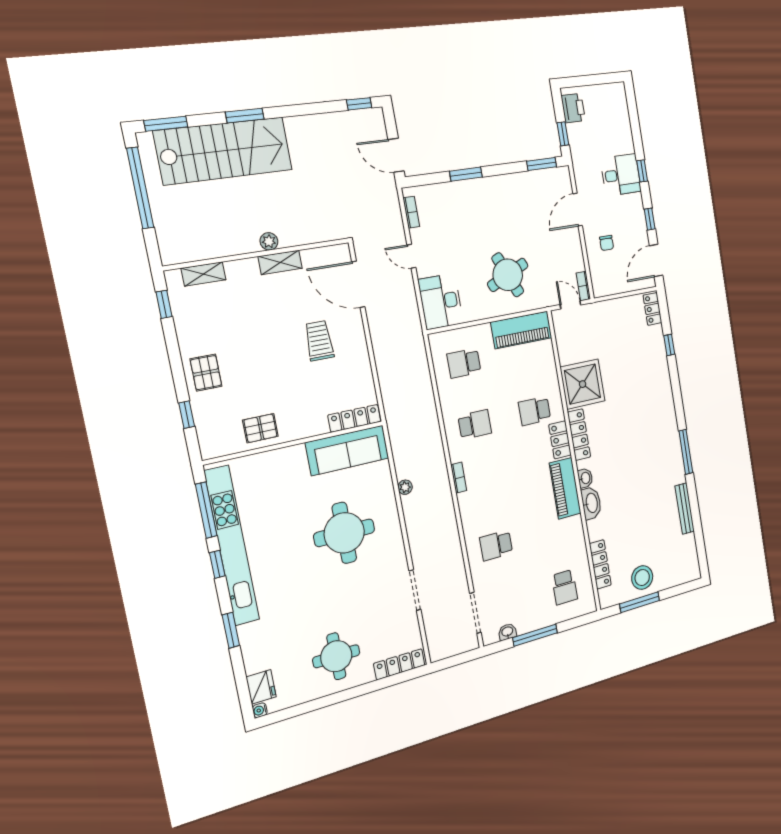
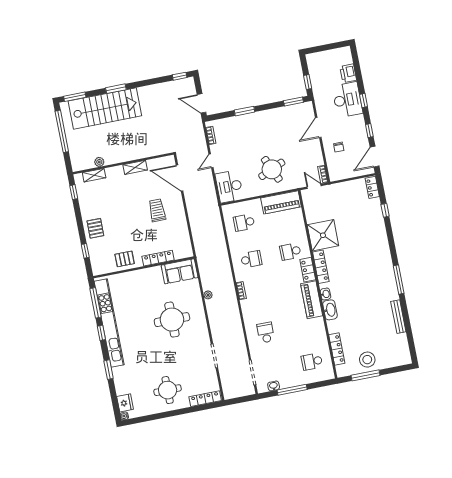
printer: (573, 108) -> (348, 73), moved, turned 180
desk: (621, 175) -> (347, 100), width x1.37
plant: (269, 241) -> (99, 162), moved
door: (411, 256) -> (211, 161), hinge flipped
locker: (354, 418) -> (158, 258), moved
sofa: (347, 450) -> (180, 271), width x0.73
school desk: (496, 545) -> (266, 333), turned 90
school desk: (565, 587) -> (312, 362), turned 90

